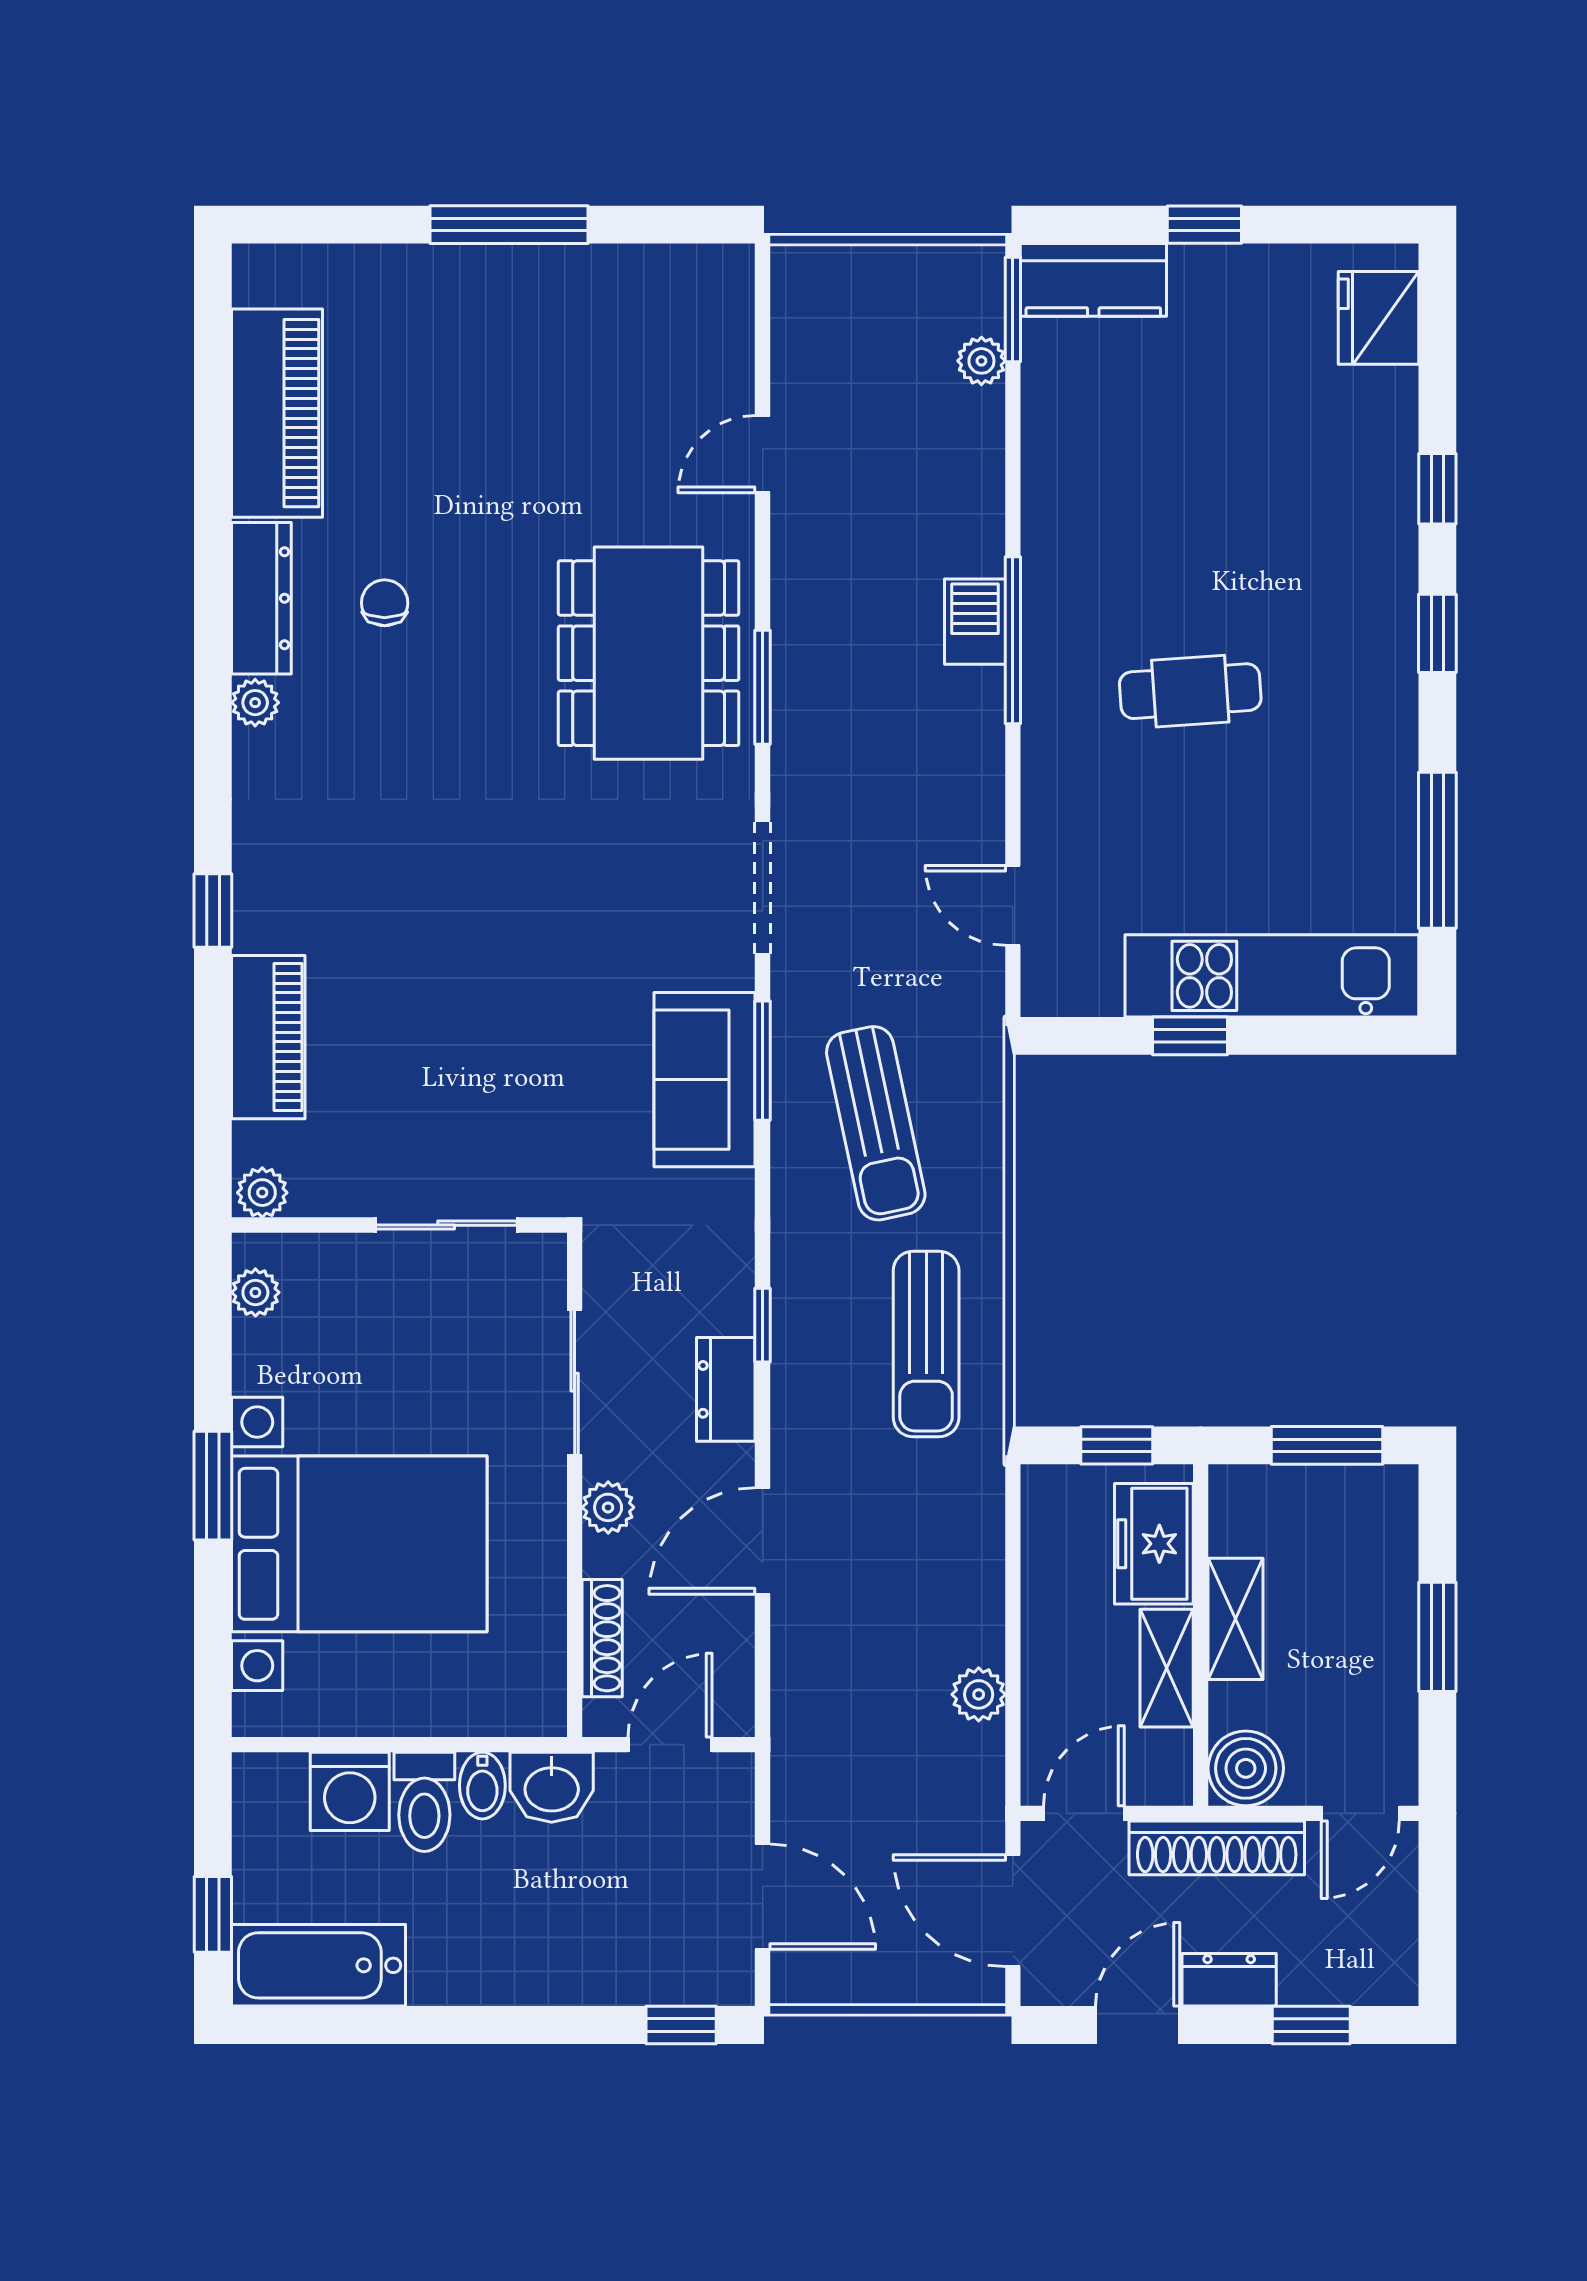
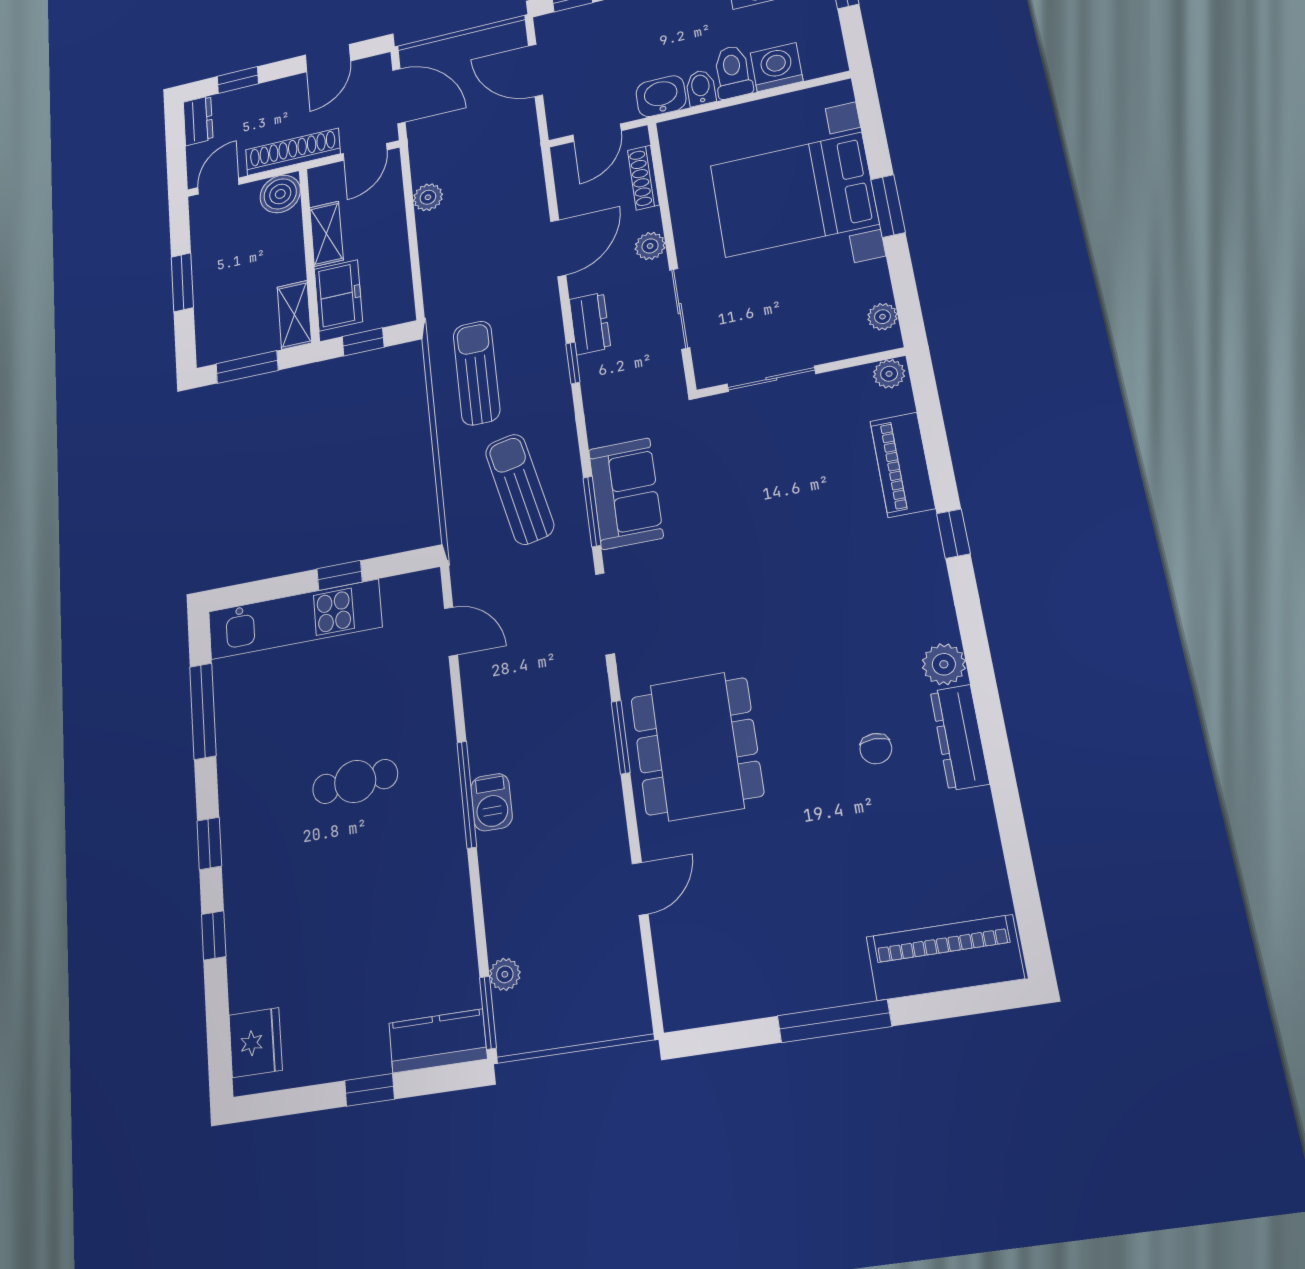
piano: (277, 413) -> (945, 958), moved, turned 90
plant: (255, 703) -> (944, 664), width x1.38, depth x1.38
shelving: (1236, 1619) -> (294, 315), moved
dresser: (1229, 1980) -> (198, 121), moved, turned -90

